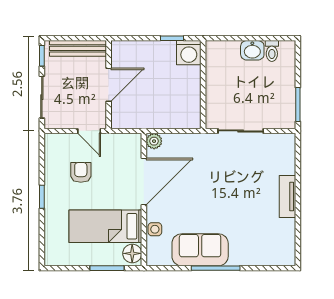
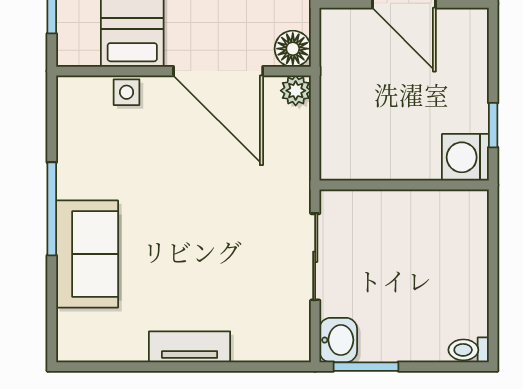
washbasin: (252, 50) -> (338, 340), moved, turned 180
toilet: (272, 51) -> (469, 350), moved
sofa: (200, 250) -> (87, 254), moved
floor lamp: (132, 253) -> (293, 49), moved

